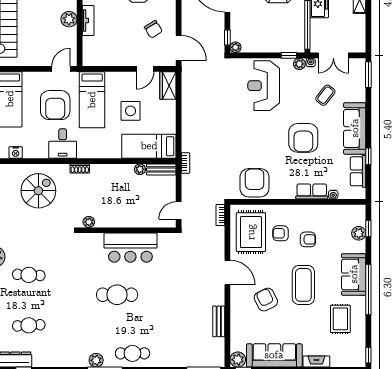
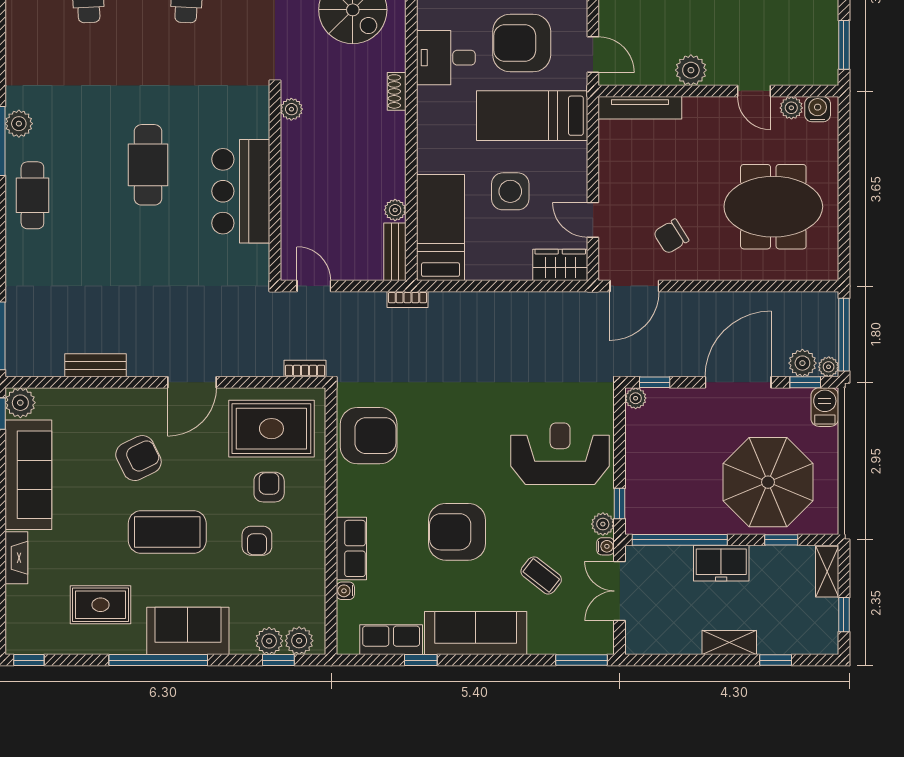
tv unit: (88, 20) -> (640, 108), moved, width x1.41
plant: (359, 218) -> (299, 641), added

